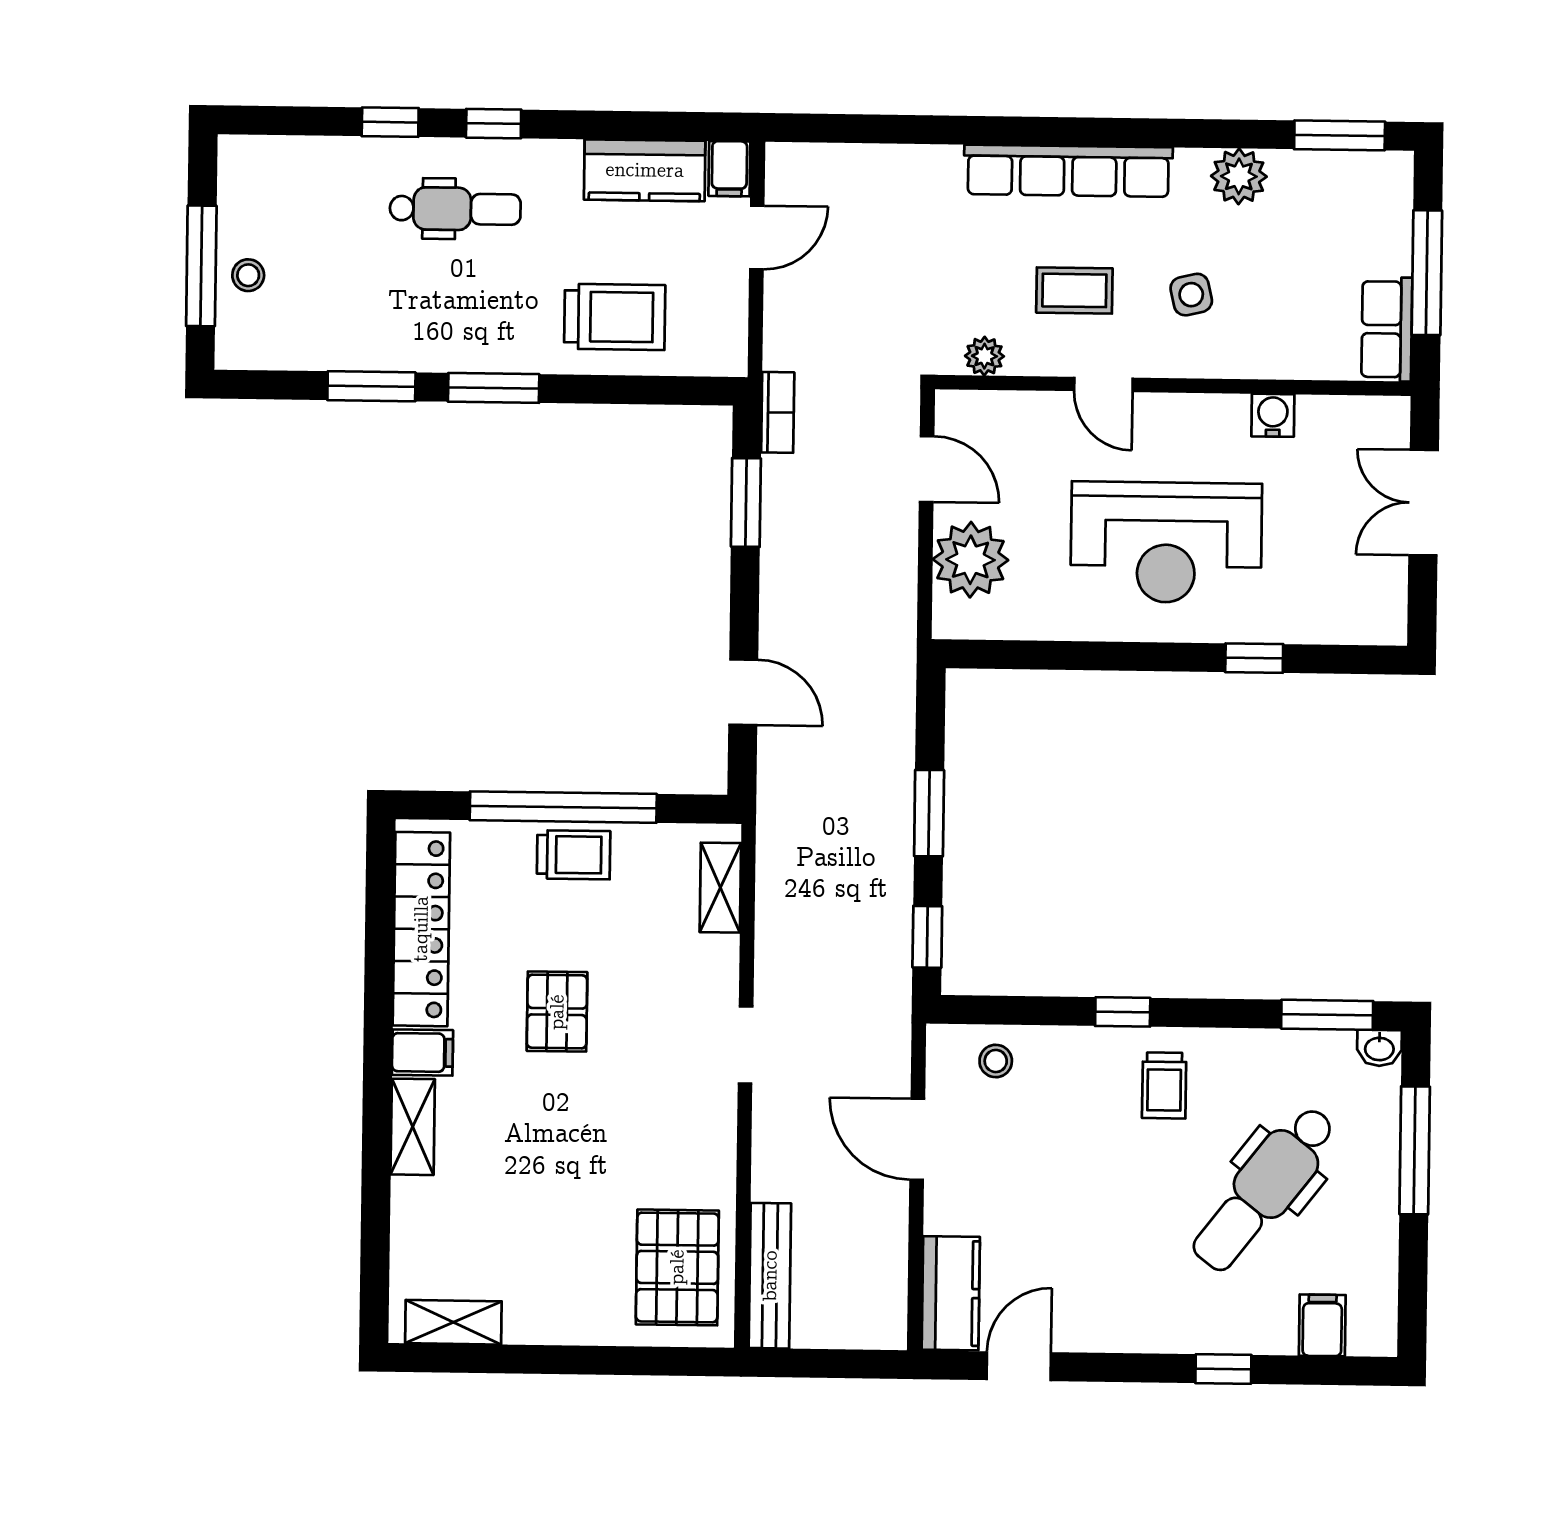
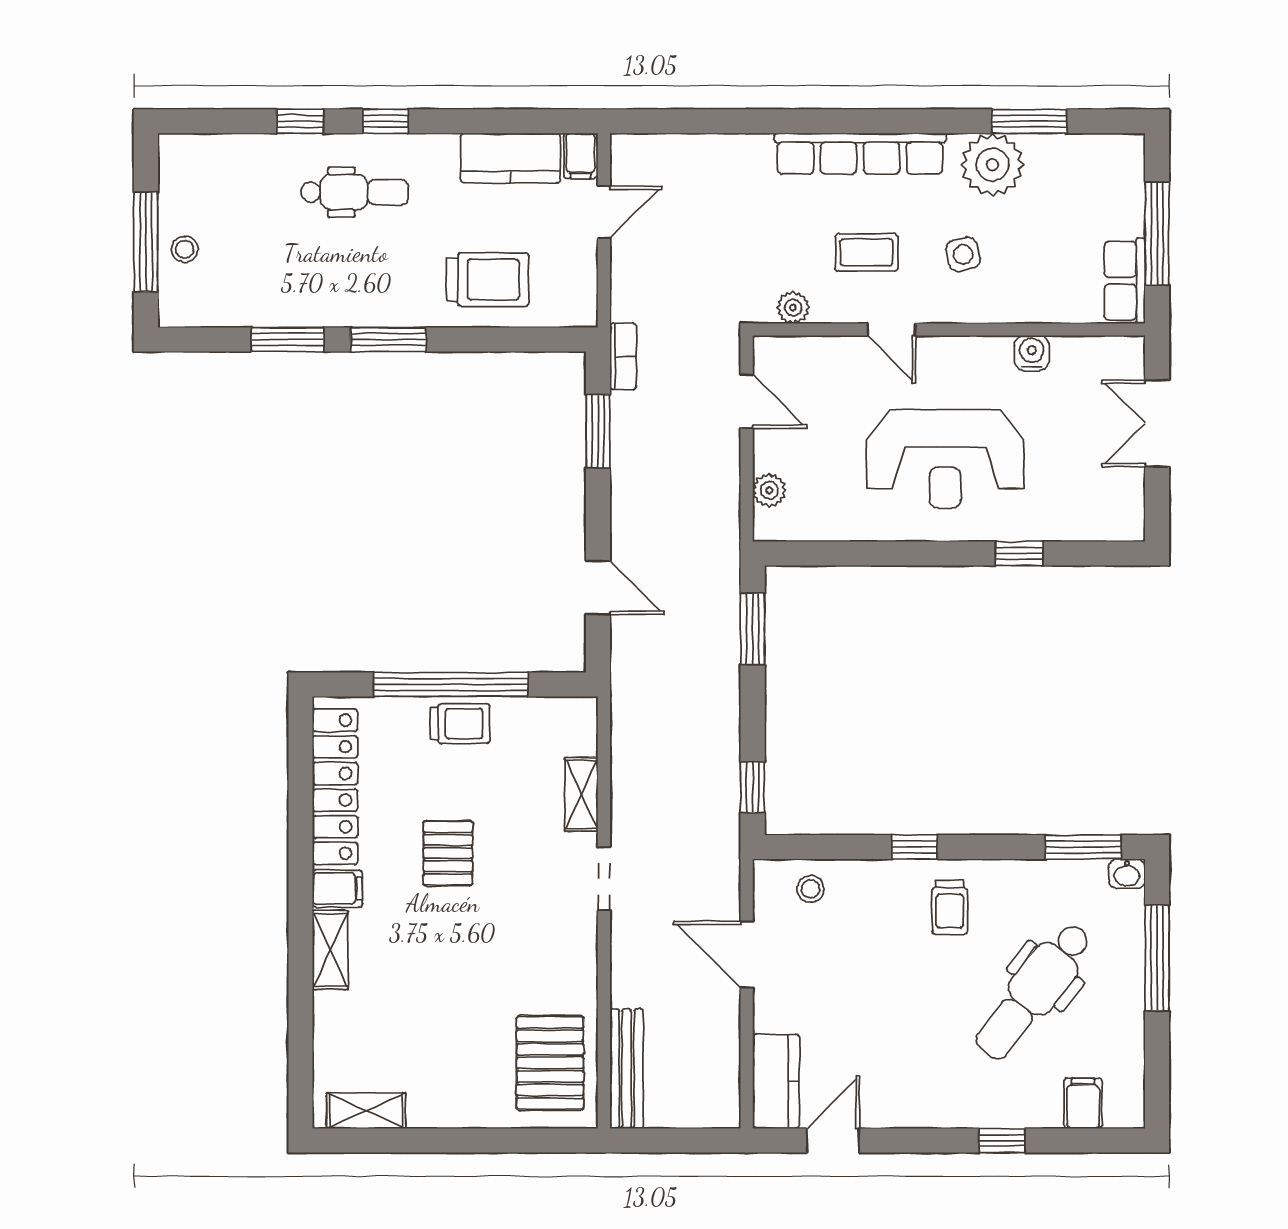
window: (1340, 135) -> (1029, 121), moved
plant: (1239, 176) -> (992, 165), width x1.36, depth x1.36
plant: (970, 560) -> (769, 490), width x0.53, depth x0.53
window: (929, 813) -> (753, 629), moved
shelving: (720, 888) -> (581, 794), moved

